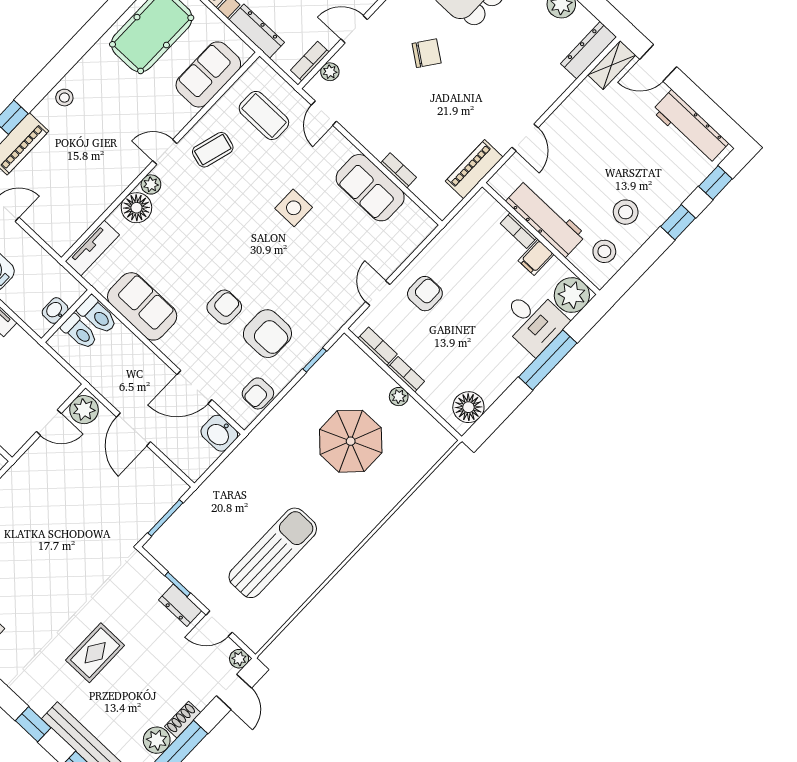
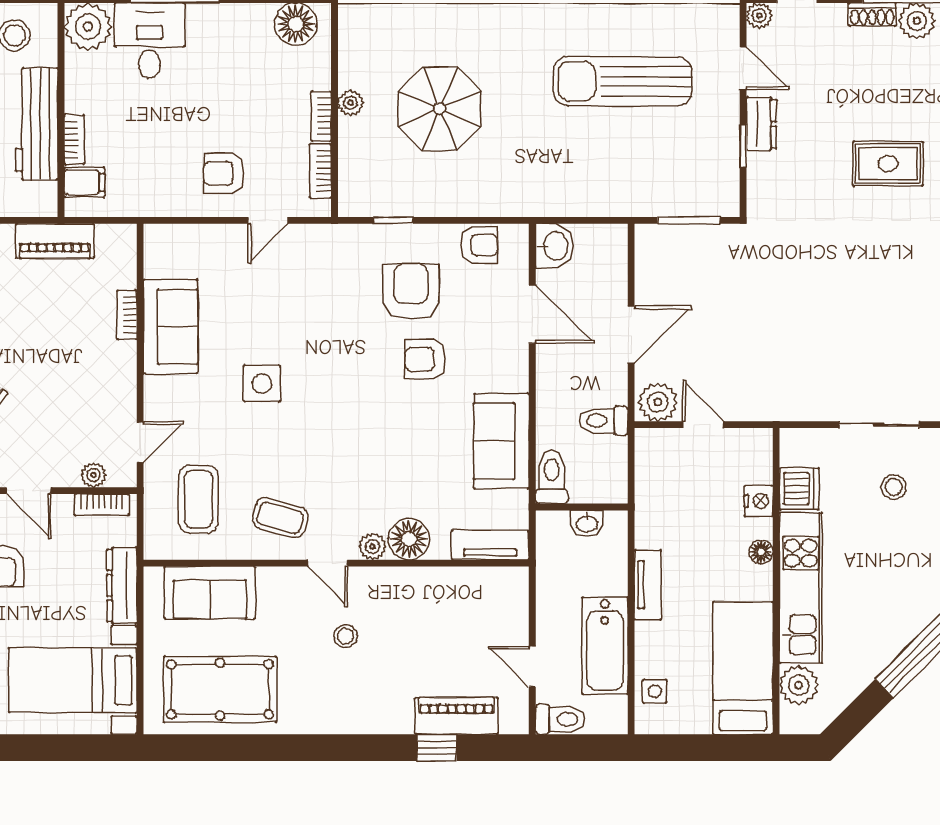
stool: (64, 98) -> (345, 636), moved
filing cabinet: (536, 257) -> (84, 182), moved
toilet: (79, 332) -> (603, 421), moved, turned -90

